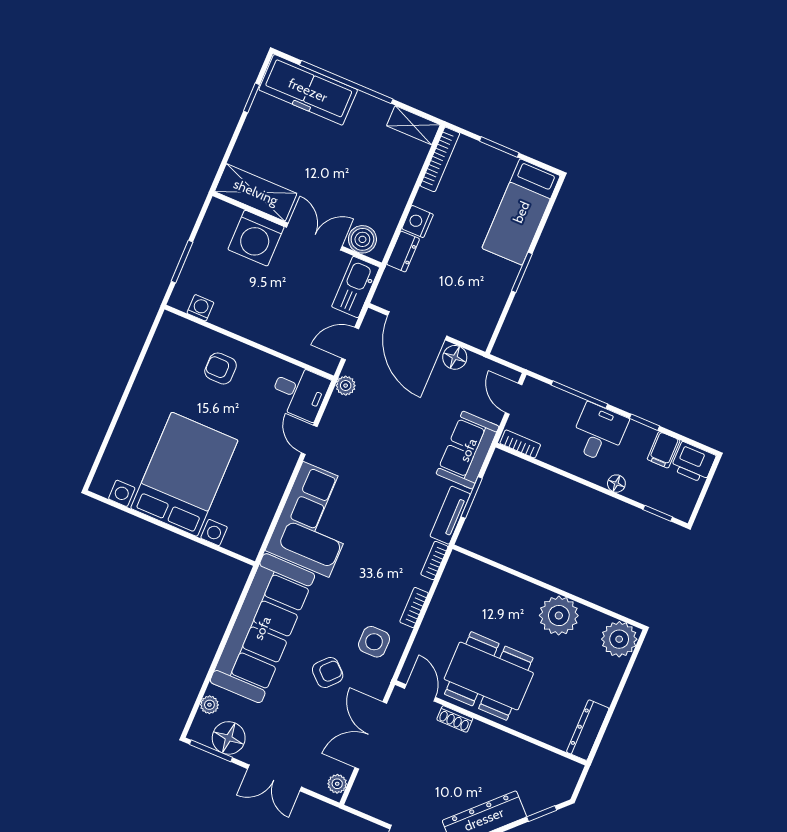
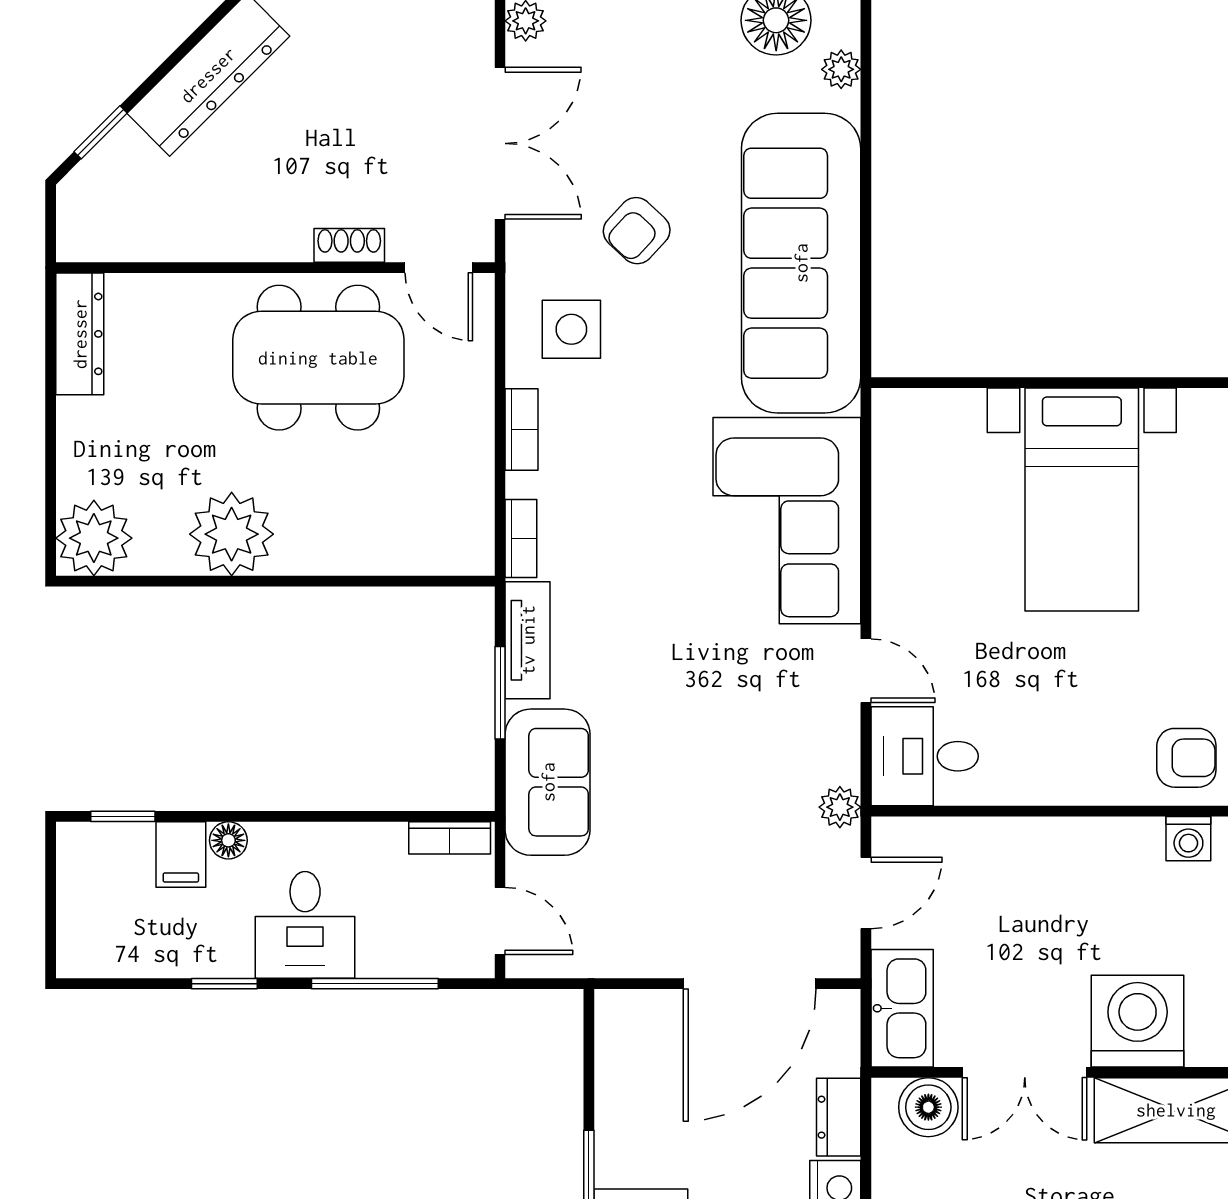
door: (417, 326) -> (750, 984), swing flipped
floor lamp: (455, 357) -> (650, 953), removed
armchair: (221, 368) -> (1186, 758), moved
filing cabinet: (664, 450) -> (181, 854), moved, turned 180
printer: (693, 462) -> (96, 945), removed
bed with nightstands: (184, 474) -> (1082, 500), width x0.73

